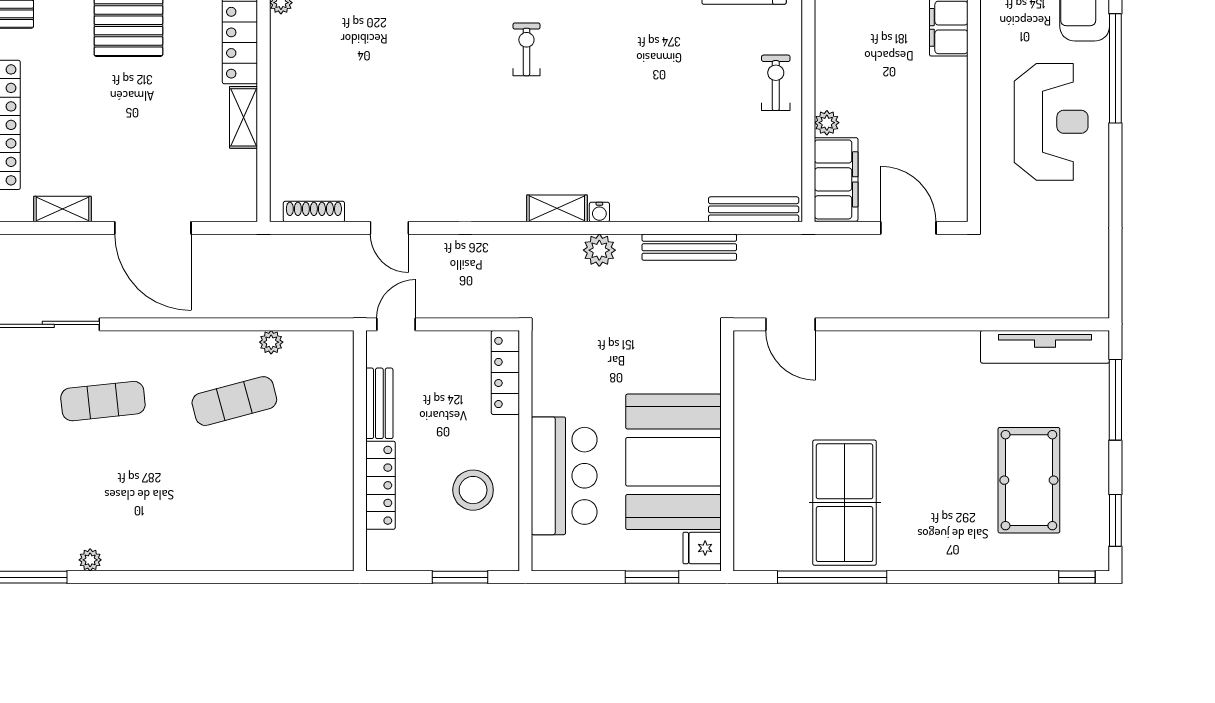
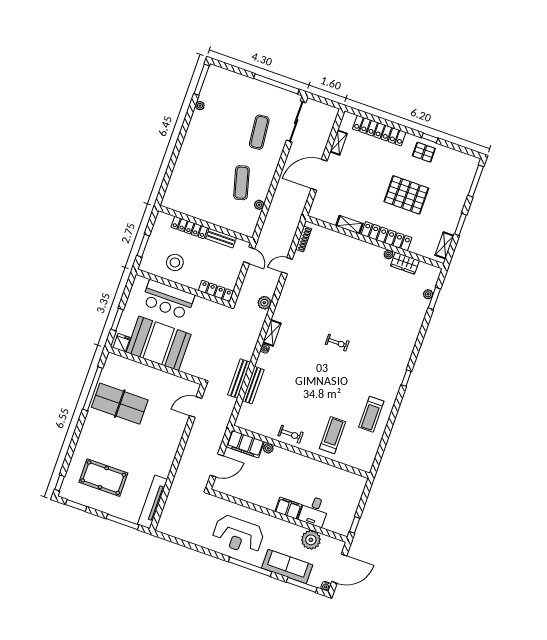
bench: (754, 209) -> (253, 385), moved
plant: (599, 250) -> (264, 303), moved

